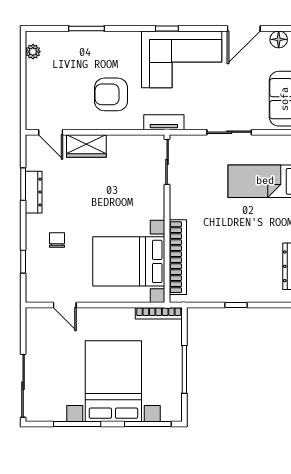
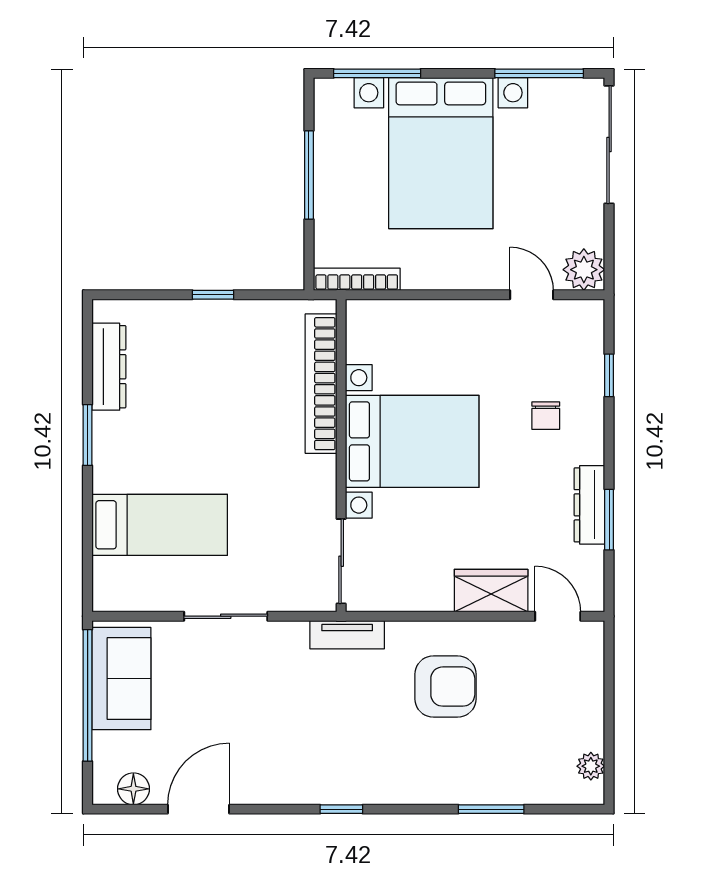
corner sofa: (182, 59) -> (314, 752), removed
bed with nightstands: (129, 261) -> (412, 441), moved
plant: (37, 319) -> (584, 270), added
window: (77, 424) -> (539, 73), moved

